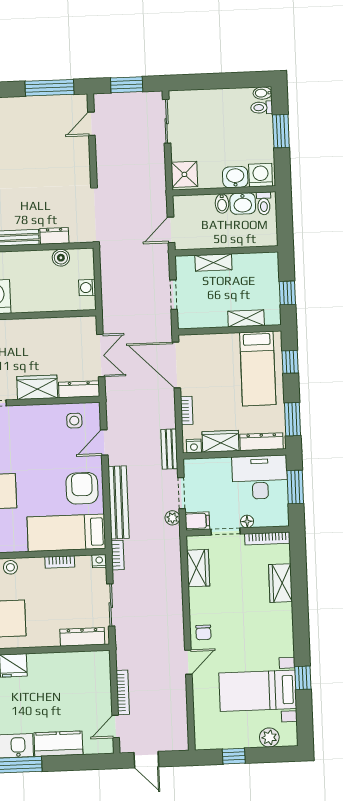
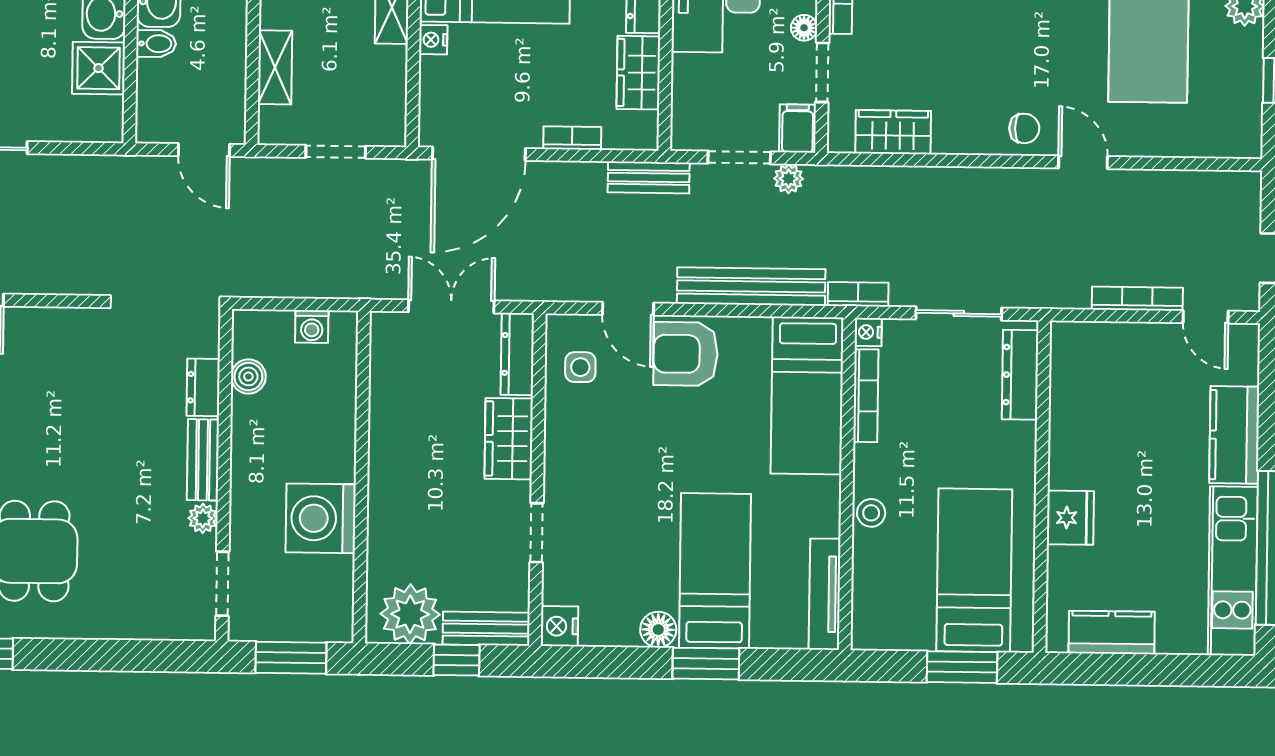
shower: (184, 174) -> (98, 68), moved
nightstand: (194, 446) -> (433, 40), moved, turned 180
armchair: (82, 488) -> (686, 354), moved
bookcase: (60, 562) -> (866, 396), width x1.56

